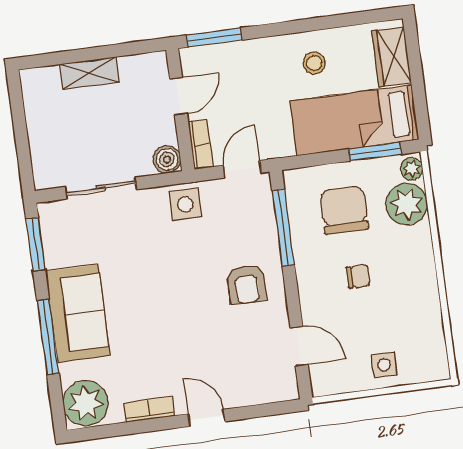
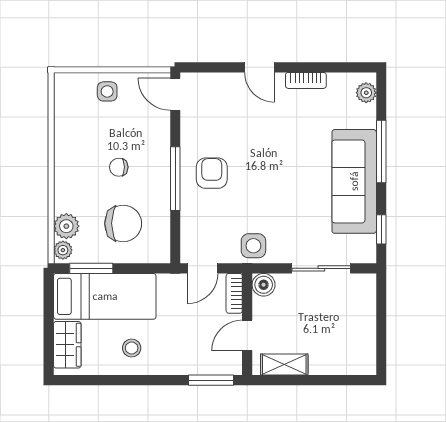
shelving: (89, 73) -> (284, 364), moved
plant: (407, 204) -> (66, 226), width x0.73, depth x0.73
chair: (344, 210) -> (123, 223), turned -90
window: (283, 227) -> (175, 179), moved
window: (36, 244) -> (381, 229), width x0.67
sofa: (78, 313) -> (354, 181), width x1.36
door: (299, 346) -> (175, 94), moved
plant: (86, 403) -> (366, 93), width x0.53, depth x0.53

